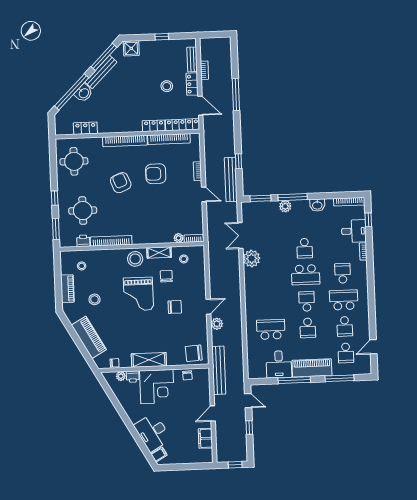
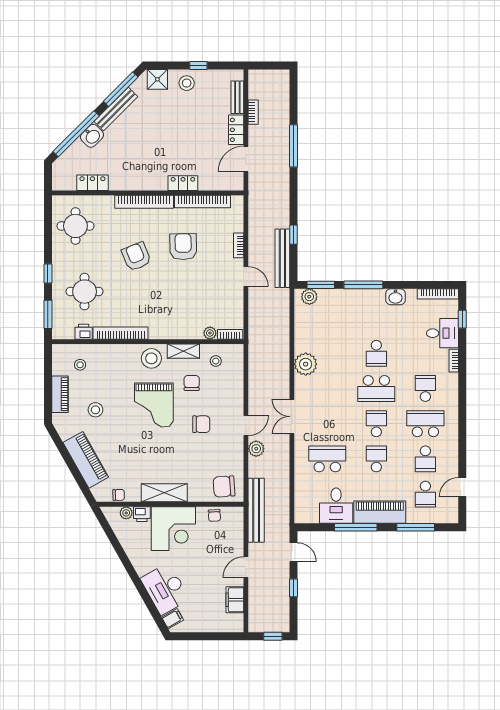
stool: (167, 86) -> (187, 83), moved
door: (200, 106) -> (246, 159), swing flipped
locker: (183, 125) -> (221, 183), removed
armchair: (156, 174) -> (183, 247), turned 89
plant: (285, 206) -> (309, 297), moved
double door: (240, 236) -> (292, 417), moved
school desk: (308, 328) -> (376, 459), turned 180

